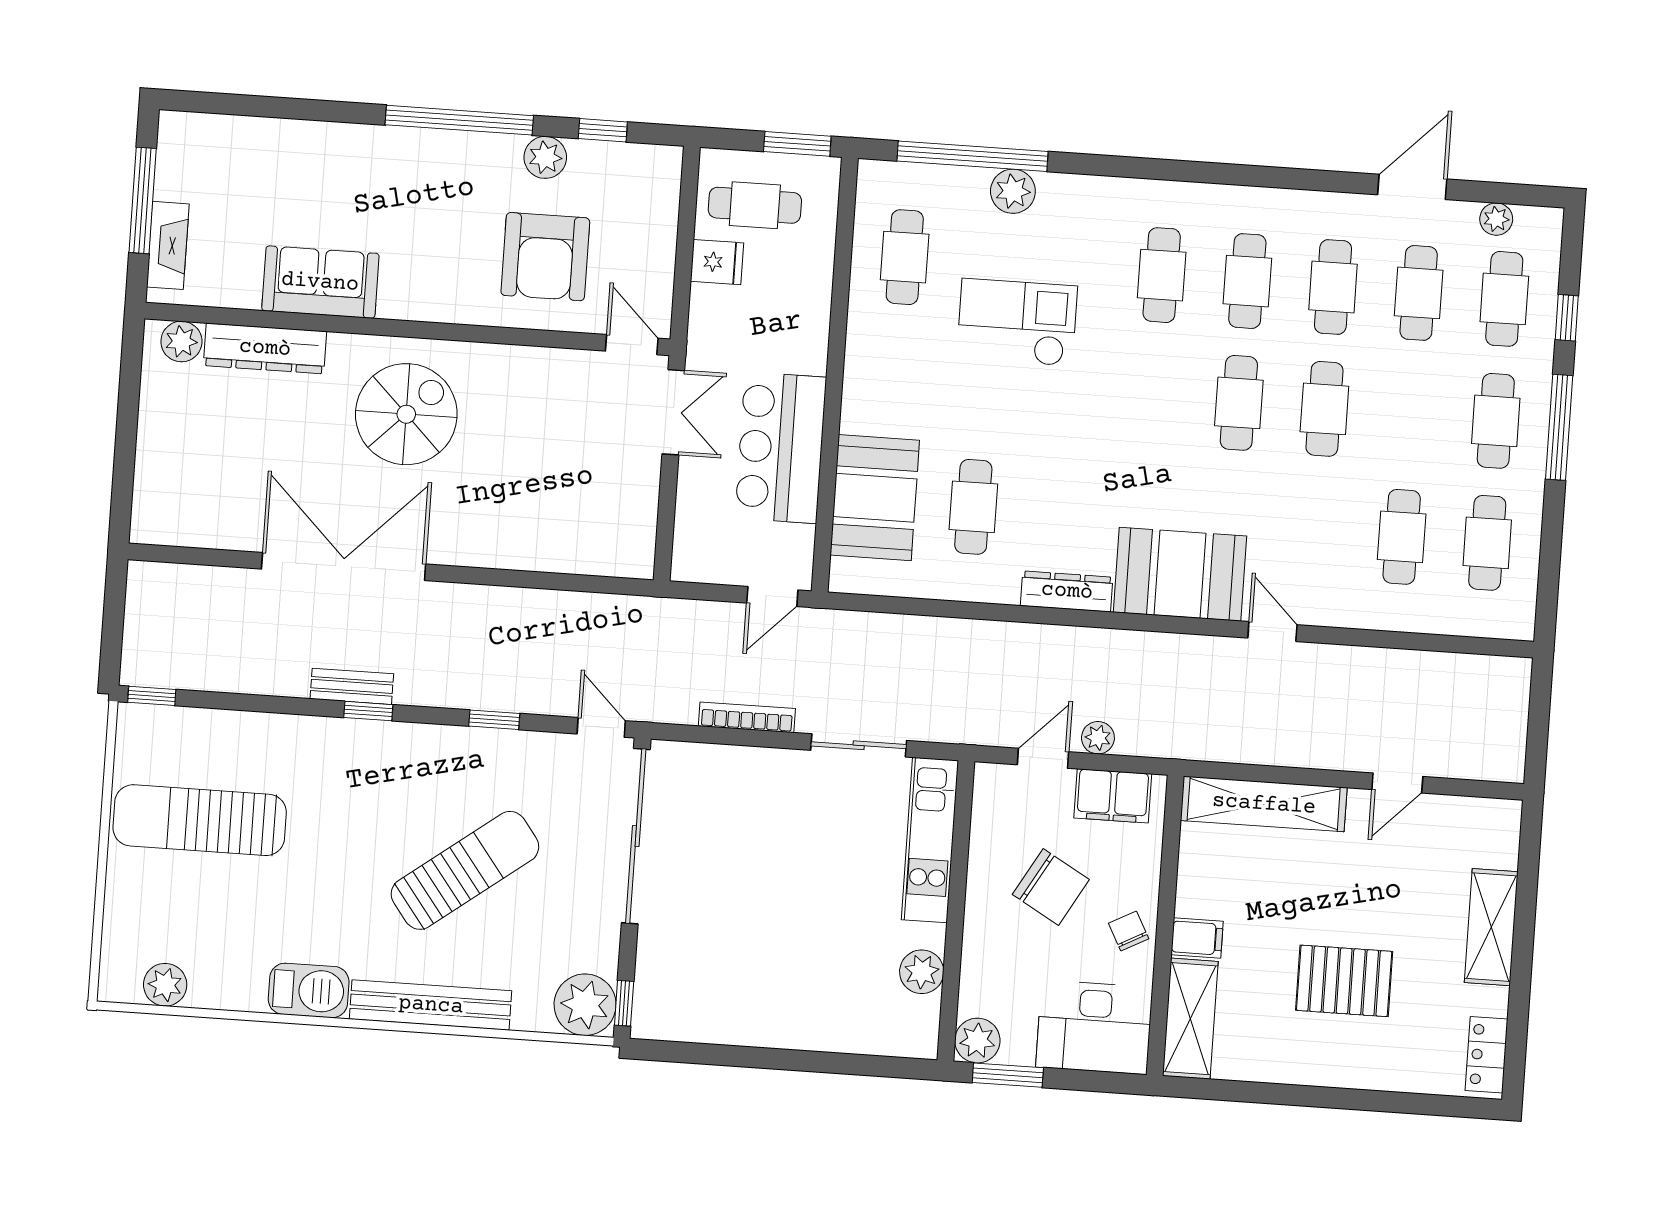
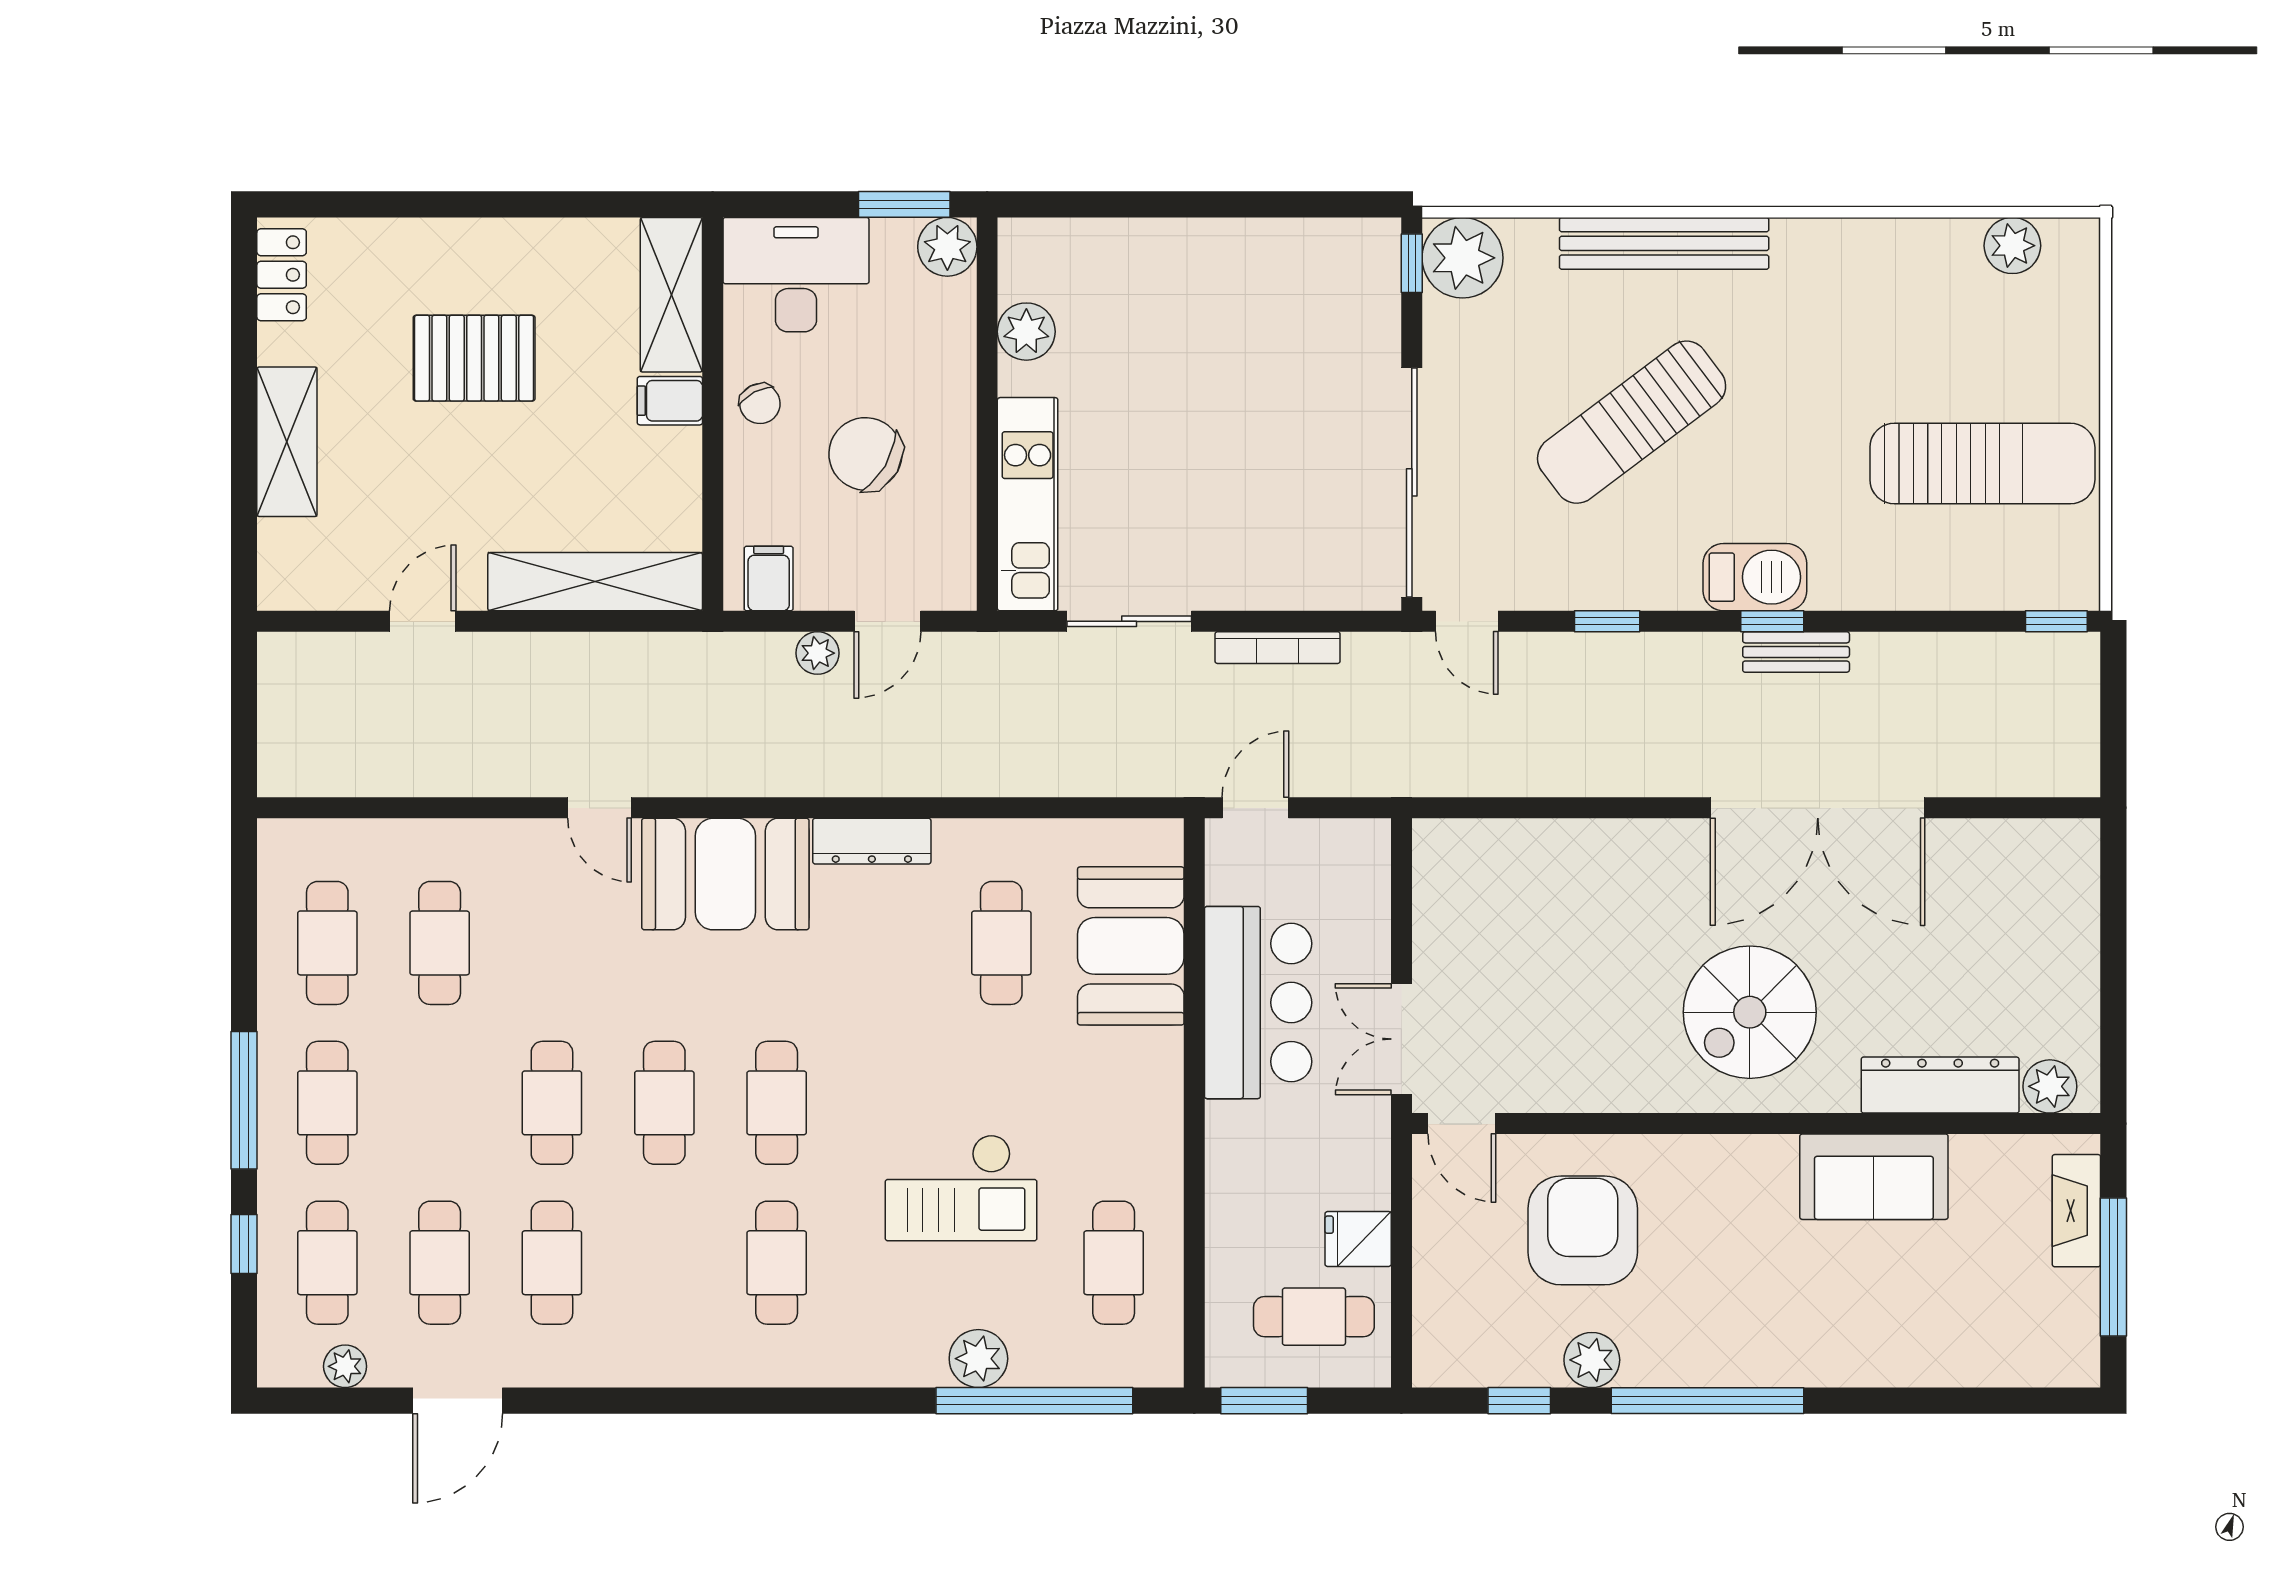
cafe table: (1247, 281) -> (777, 1103), moved
filing cabinet: (1113, 796) -> (769, 578), width x0.50
barbecue: (309, 990) -> (1755, 577), moved, turned 180

